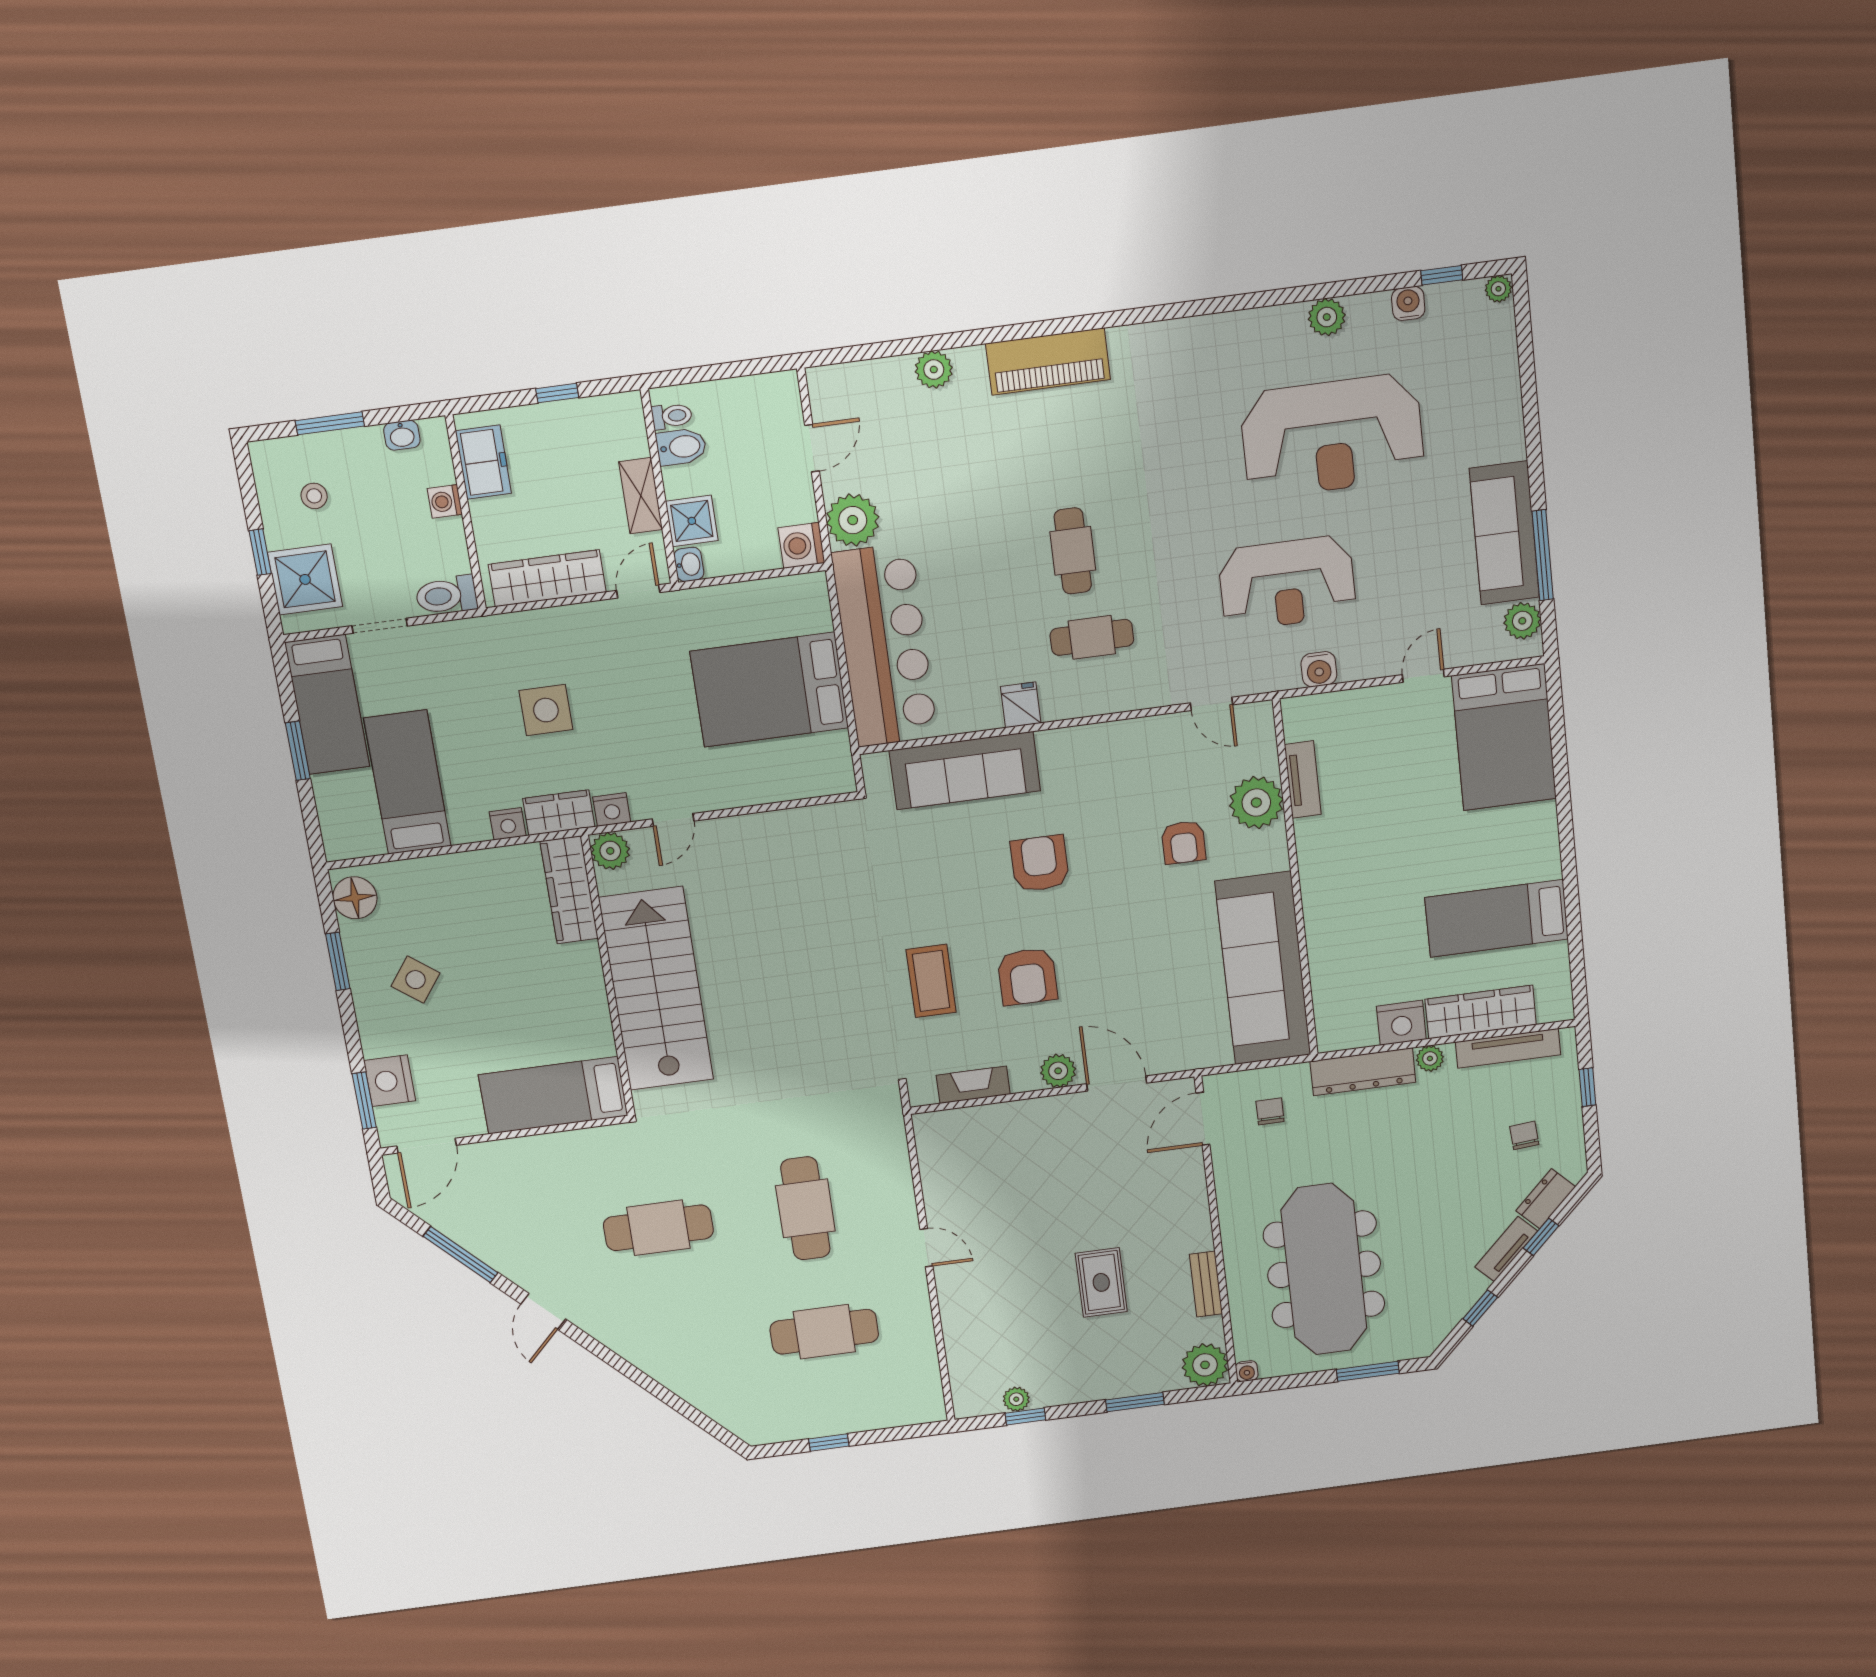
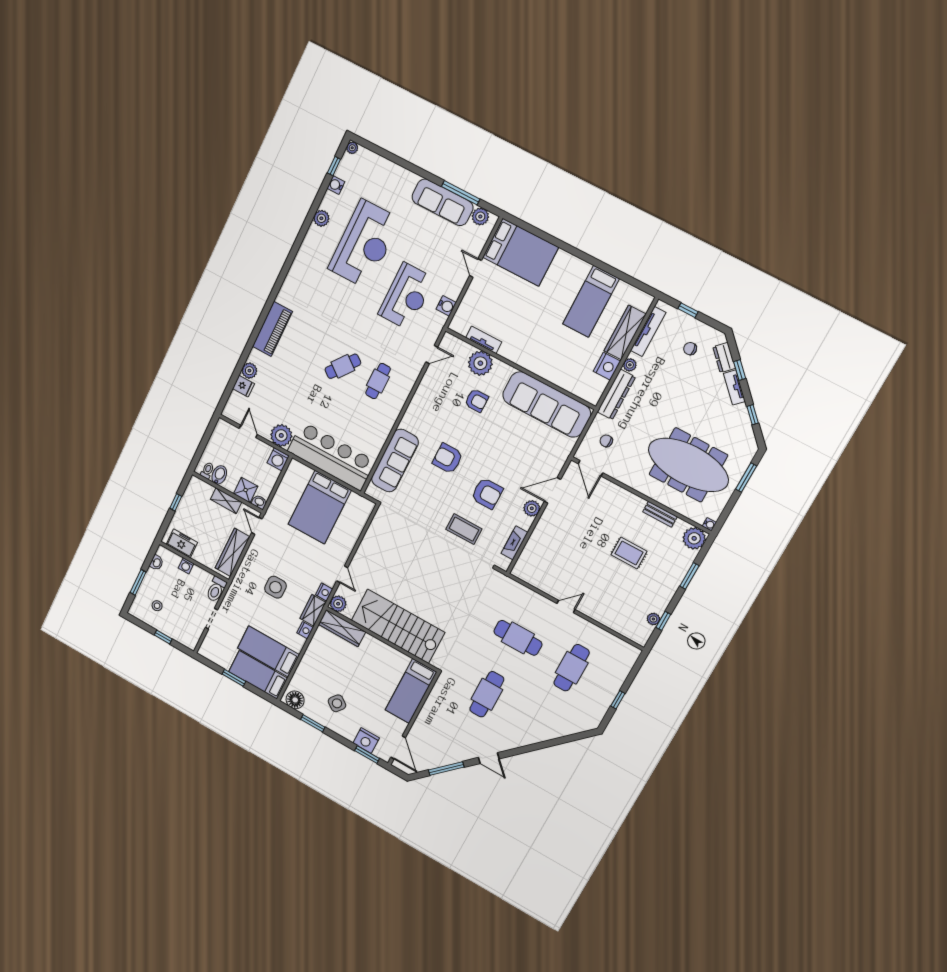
cafe table: (1073, 551) -> (343, 366), turned -52
shower: (305, 579) -> (181, 630), removed
bed: (327, 705) -> (258, 675), moved, turned 180
fridge: (1021, 705) -> (243, 386), moved, turned 180

